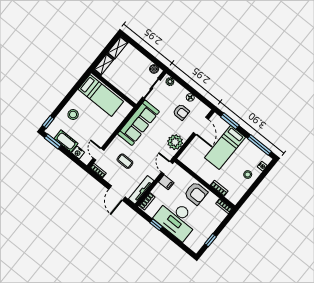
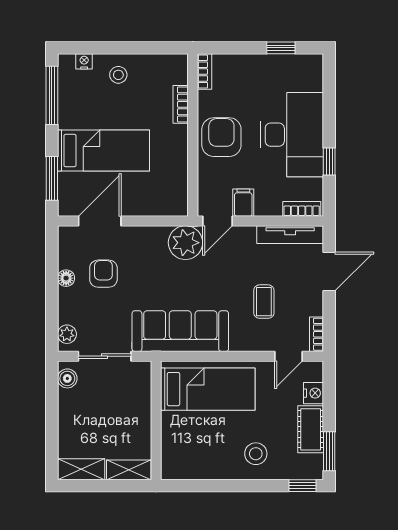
bed: (101, 95) -> (208, 389), moved, turned 90
plant: (175, 142) -> (185, 243), moved

